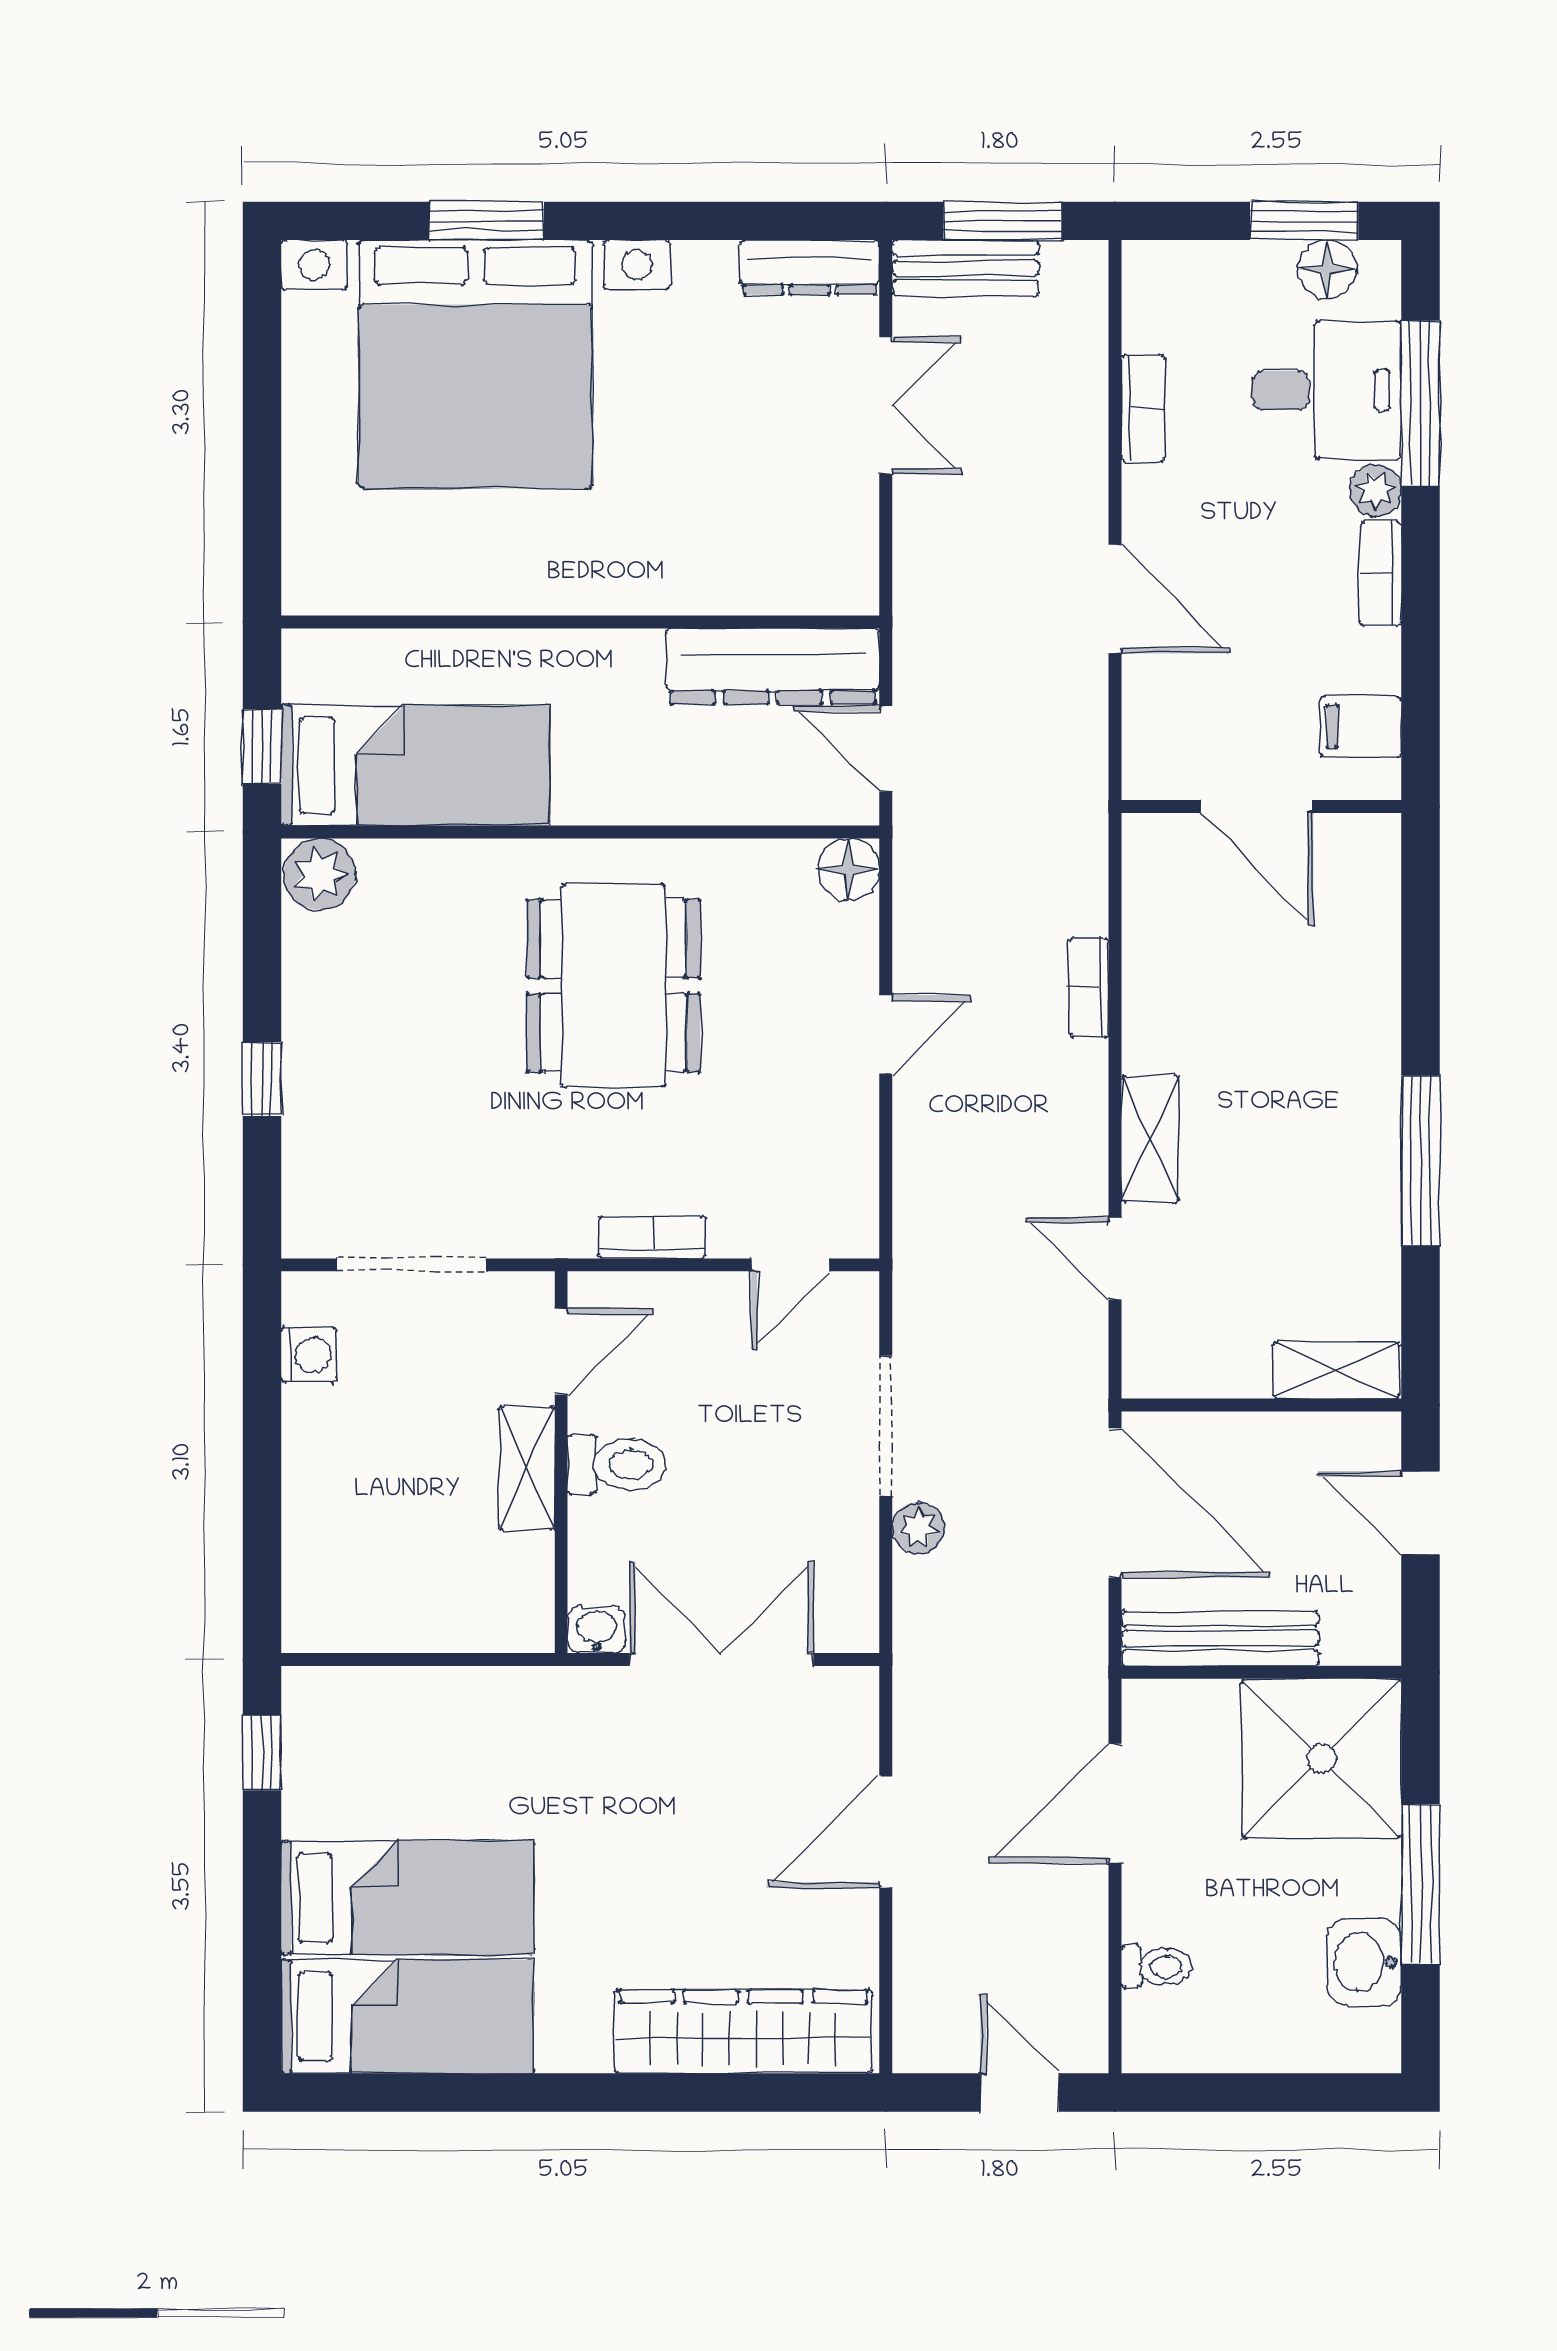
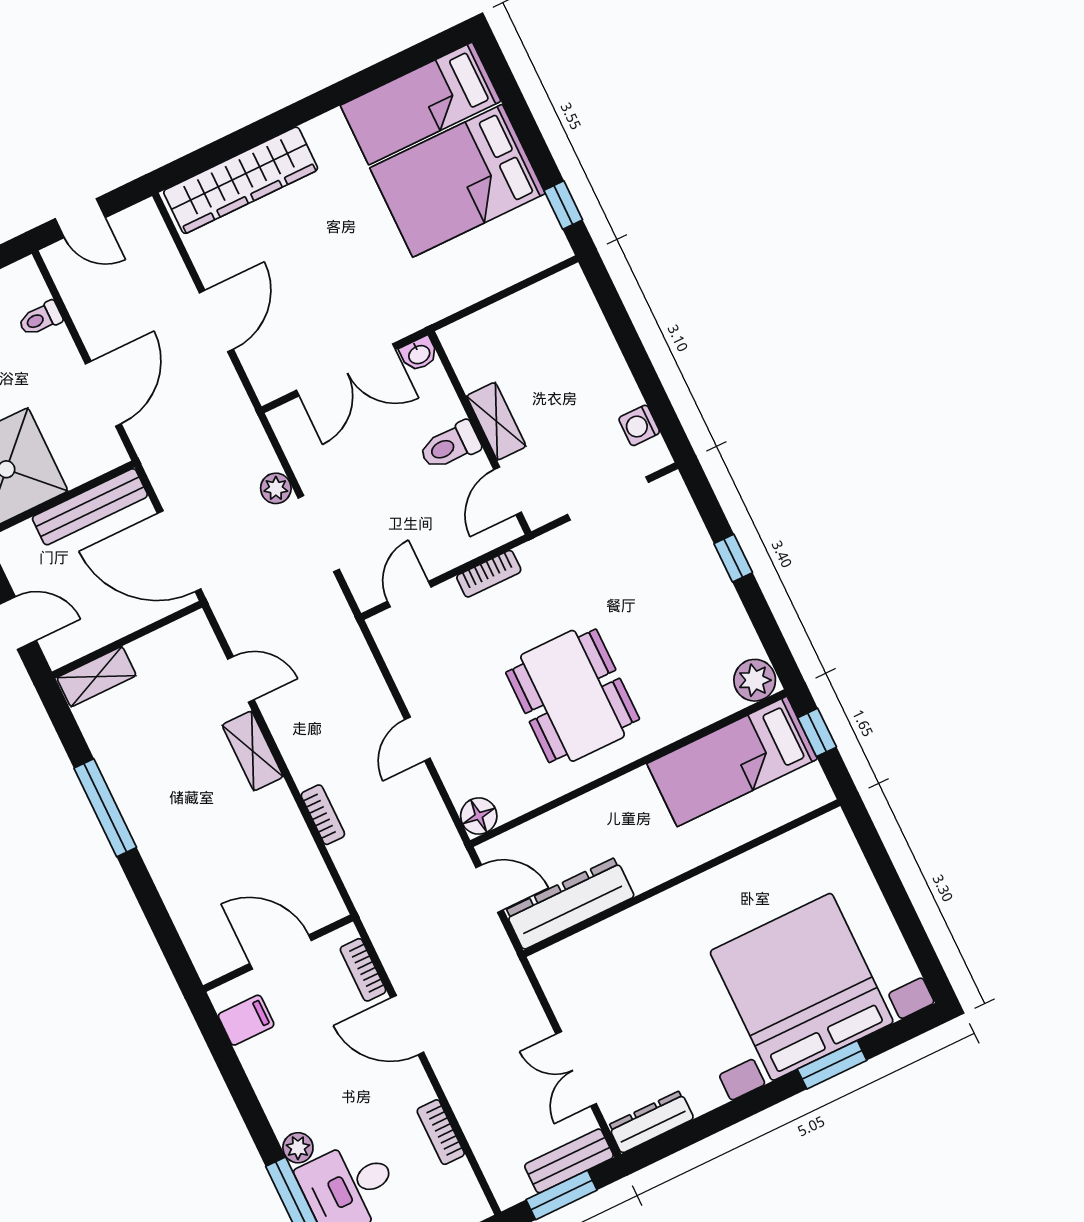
bookcase: (1381, 573) -> (363, 970), moved, turned 180
bed: (408, 1898) -> (458, 181), width x1.50

